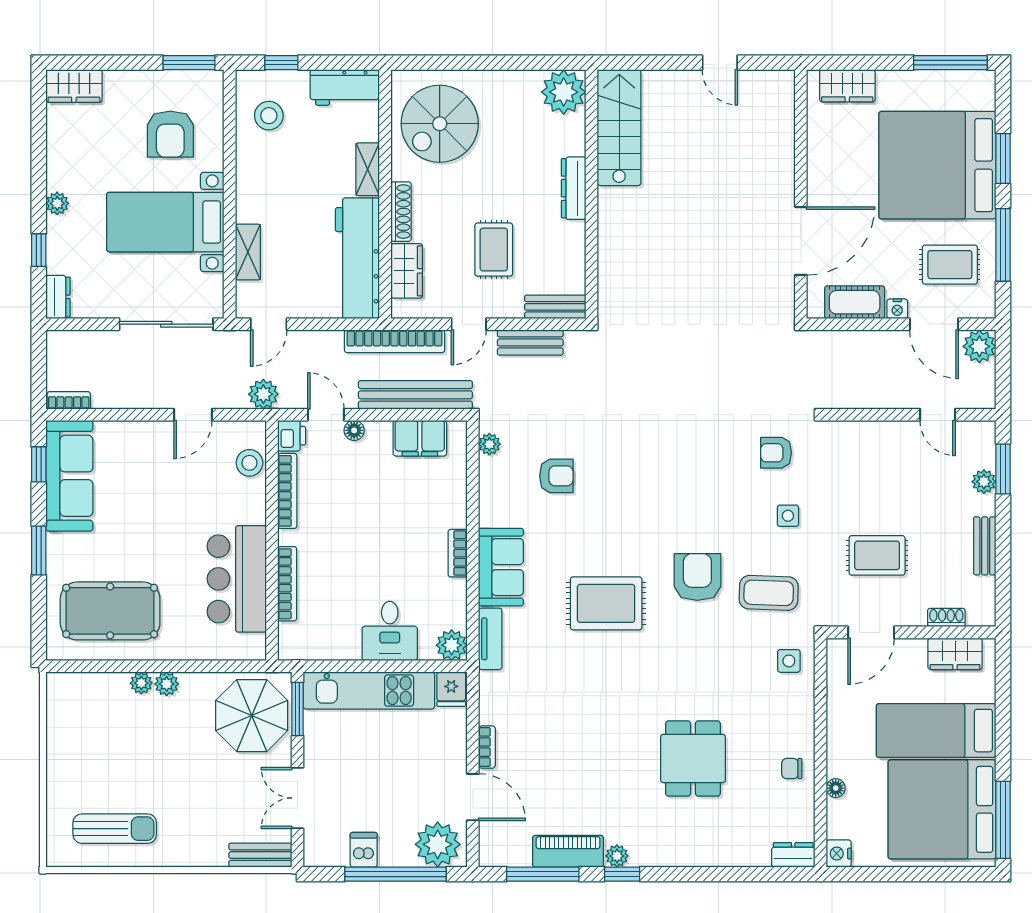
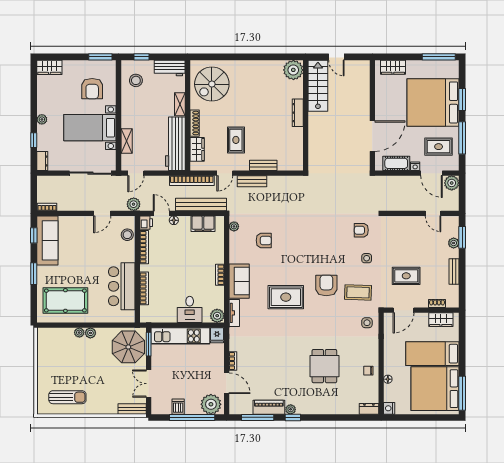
plant: (564, 92) -> (293, 70), moved
stairs: (619, 128) -> (318, 86), moved
dresser: (574, 188) -> (298, 113), moved
wall: (592, 194) -> (306, 115), moved

